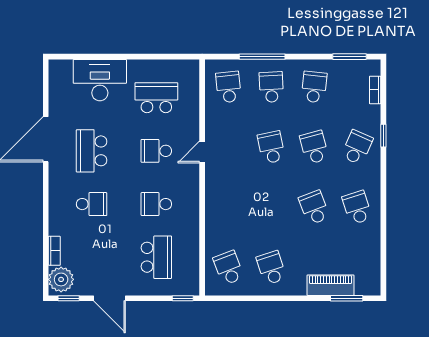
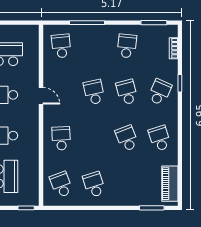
school desk: (271, 87) -> (61, 138), moved
door: (202, 152) -> (41, 96), swing flipped
piano: (331, 285) -> (170, 184), moved, turned -90

